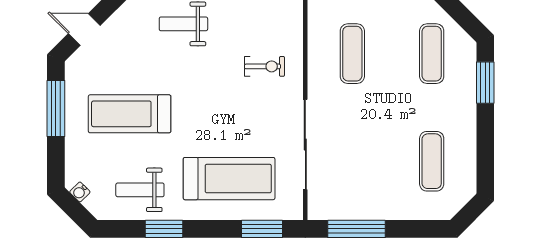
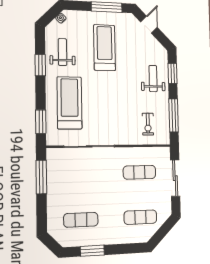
exercise bike: (264, 66) -> (148, 124), moved
window: (485, 83) -> (92, 251), moved
treadmill: (229, 179) -> (69, 103), turned 180

